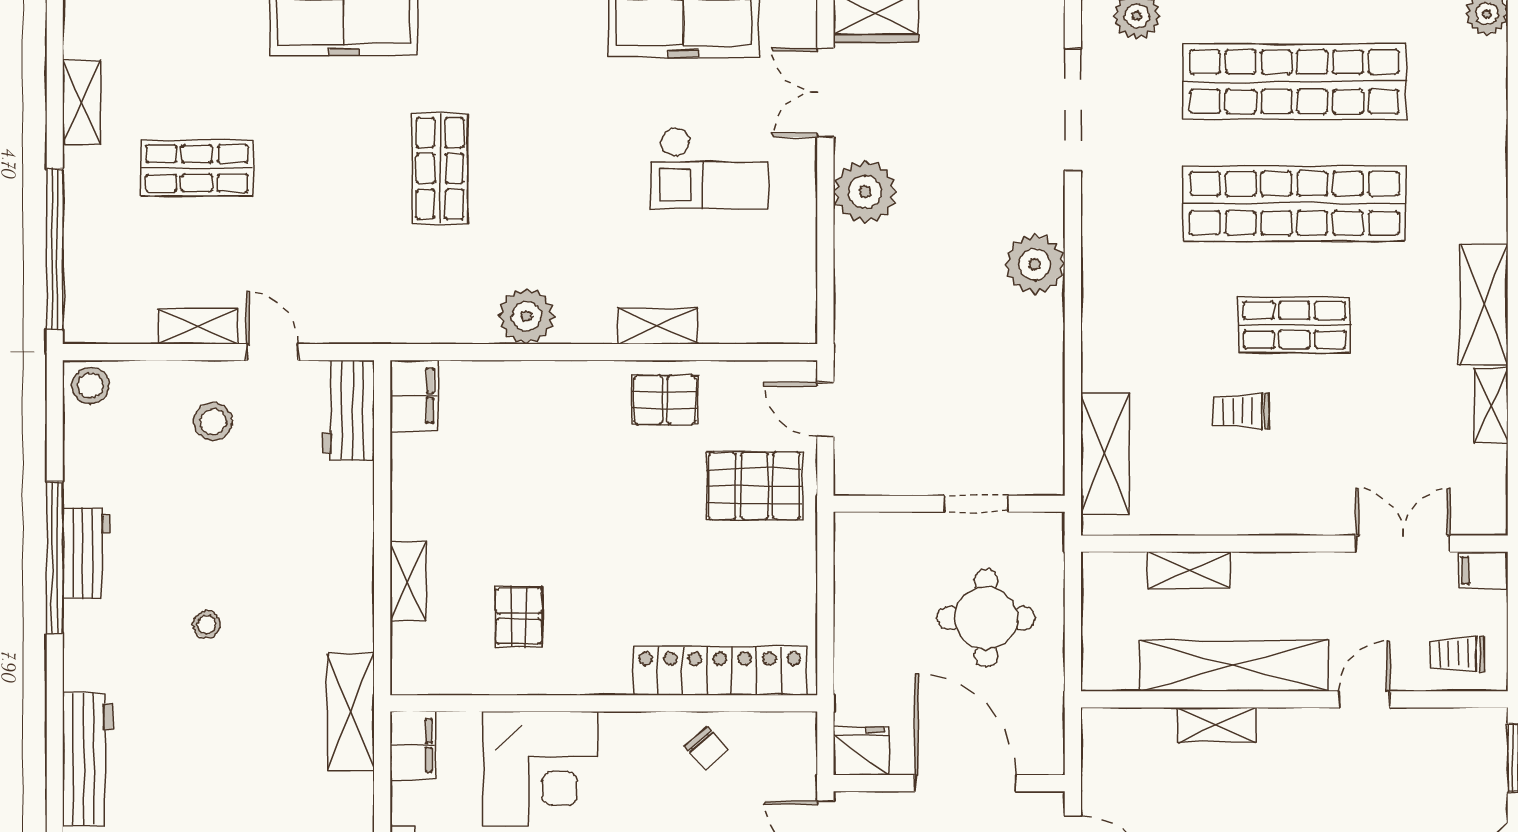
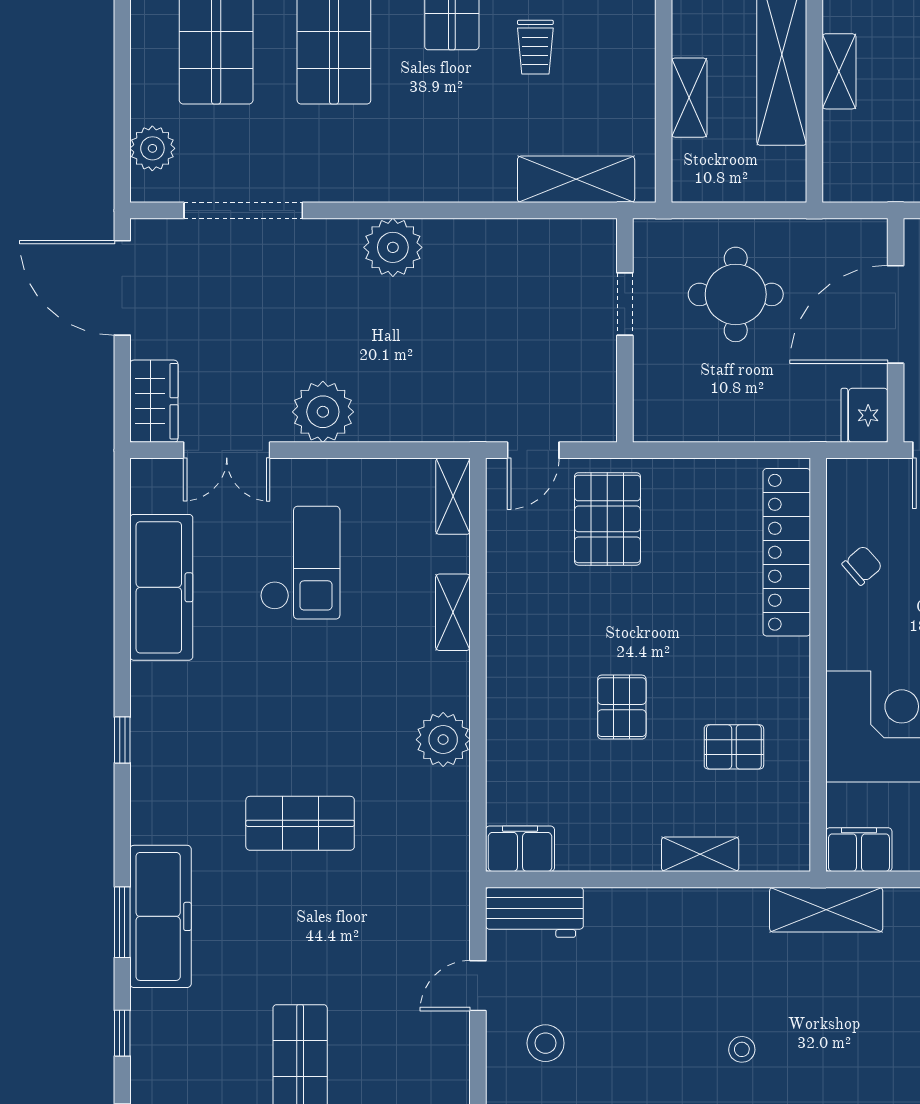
shelving: (198, 326) -> (453, 496), moved
pallet: (665, 400) -> (622, 707), moved

